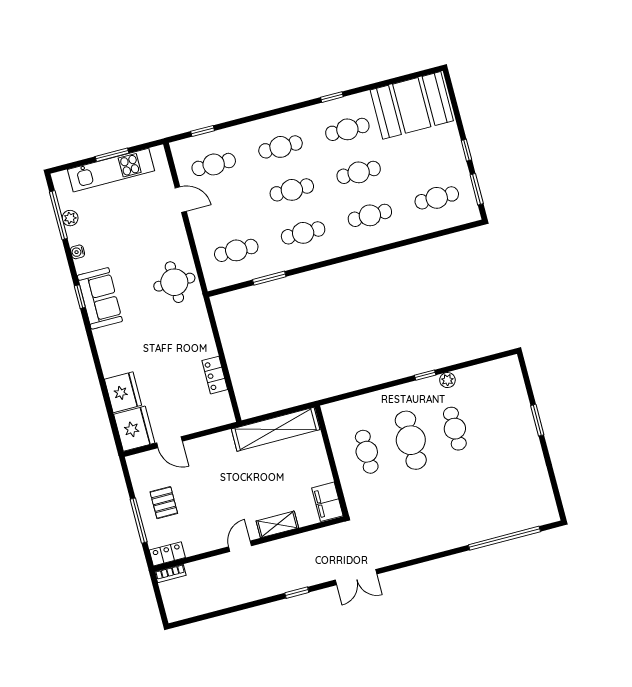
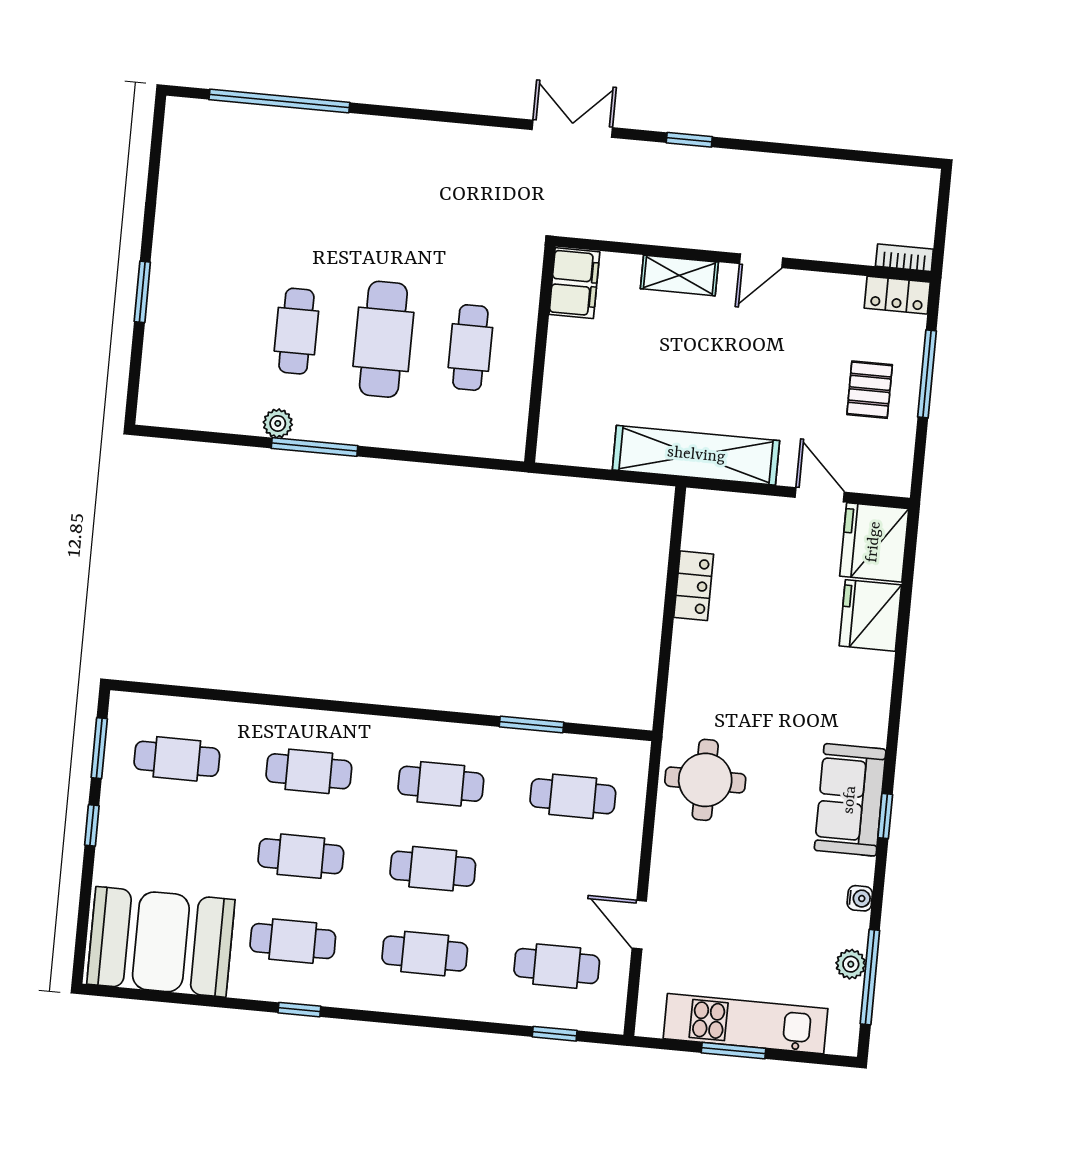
window: (425, 375) -> (315, 447), width x2.17
shelving: (276, 429) -> (696, 455), moved

